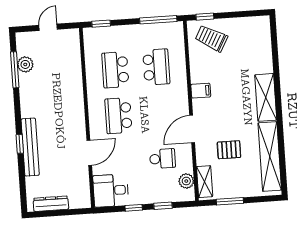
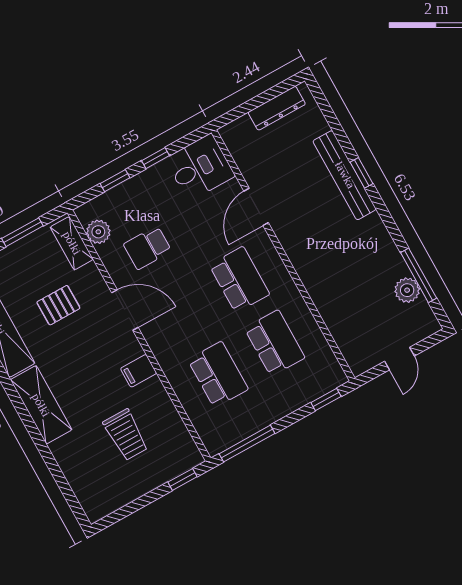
trolley: (211, 38) -> (126, 435), moved, turned 61
school desk: (156, 67) -> (218, 375), turned 180
door: (192, 129) -> (125, 310), hinge flipped

